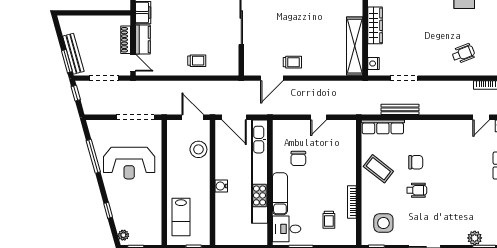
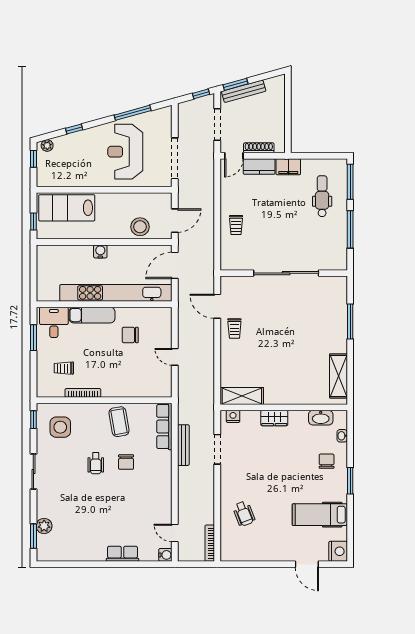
wardrobe: (375, 25) -> (274, 418), width x0.67
shelving: (355, 46) -> (242, 396), width x0.68
coffee table: (378, 169) -> (119, 422), turned -48
lab bench: (181, 217) -> (67, 208), width x1.36, depth x1.39

